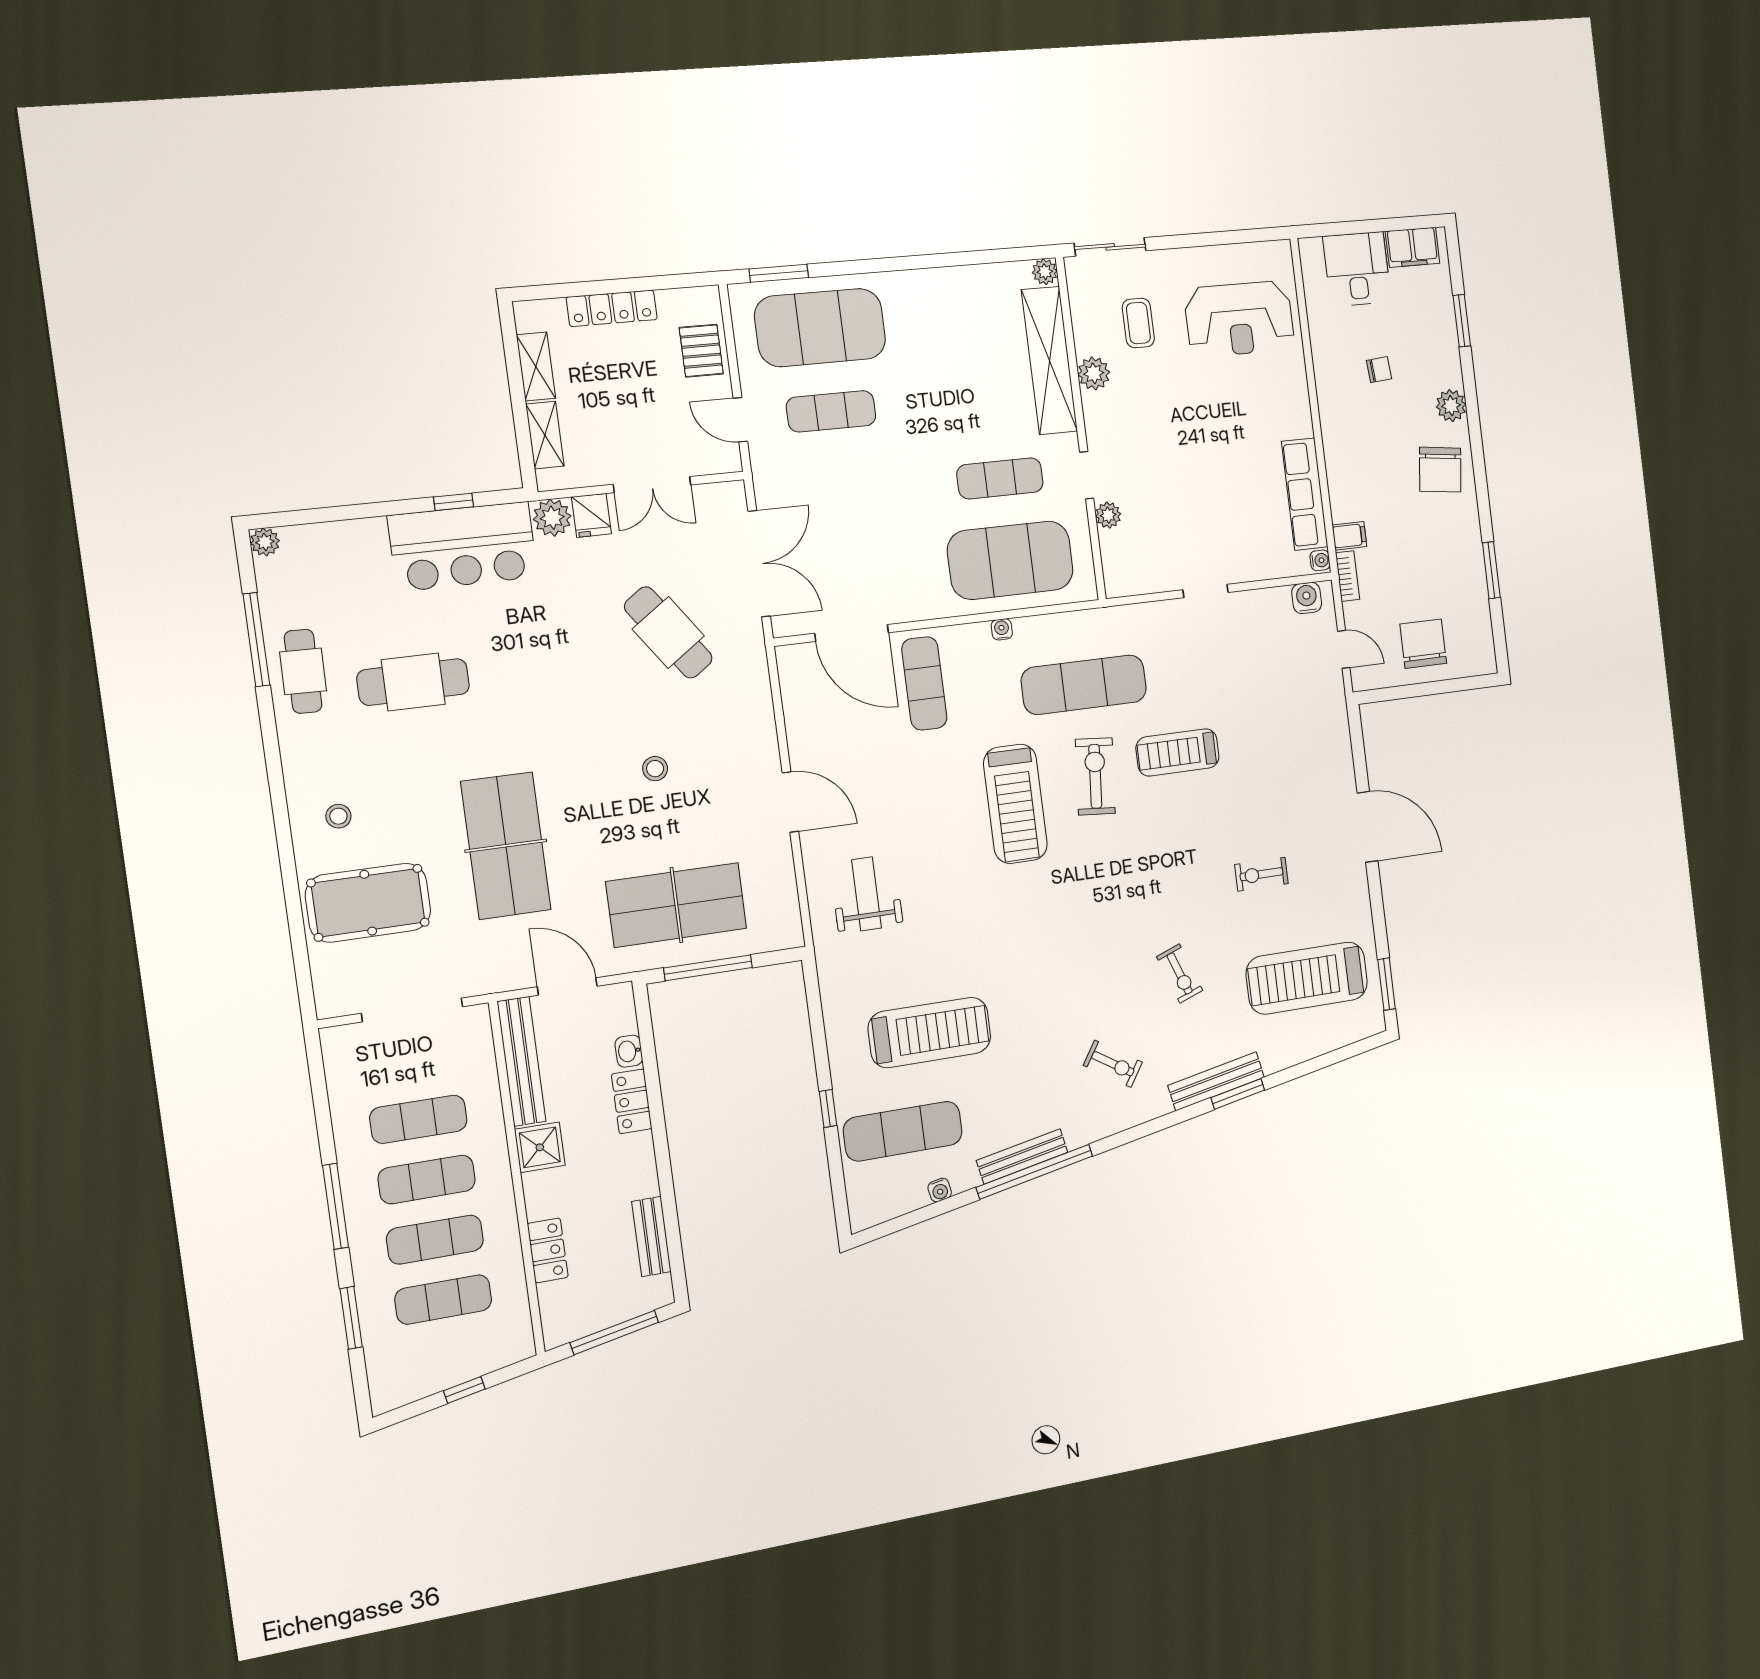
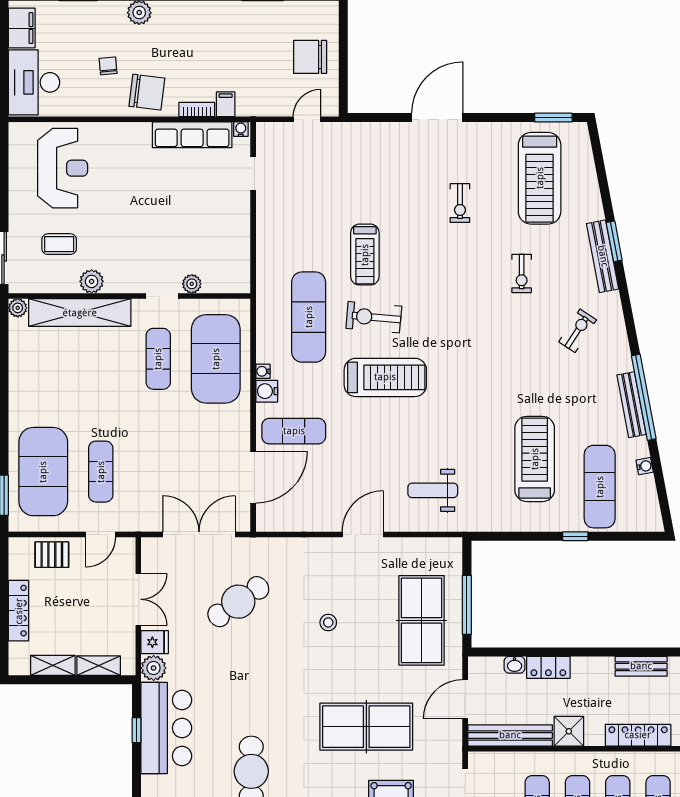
desk: (1357, 269) -> (34, 82), width x1.37
chair: (1440, 470) -> (147, 92), moved
bookcase: (1347, 576) -> (197, 110), moved
doorway: (1206, 591) -> (253, 174), moved
water cooler: (1307, 598) -> (267, 391), moved
exercise bike: (1180, 974) -> (522, 273), turned 110
locker: (548, 1250) -> (638, 735), width x1.53

